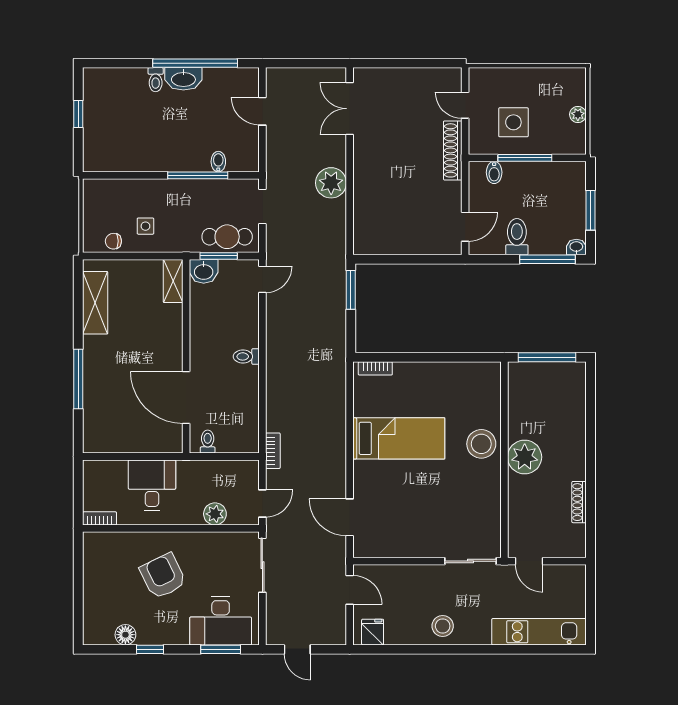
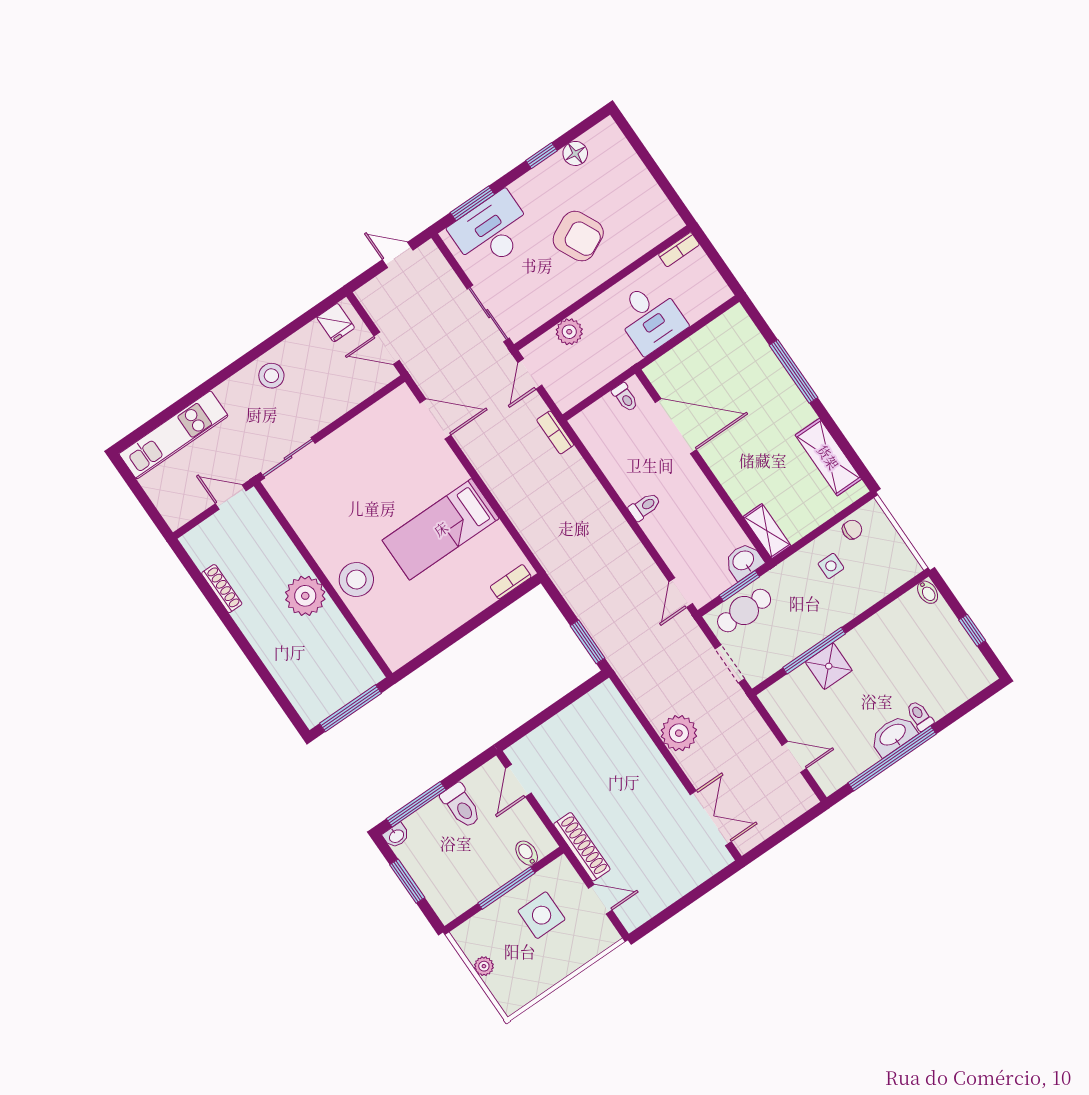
shower: (195, 158) -> (829, 666), added
bidet: (218, 162) -> (928, 592), moved

